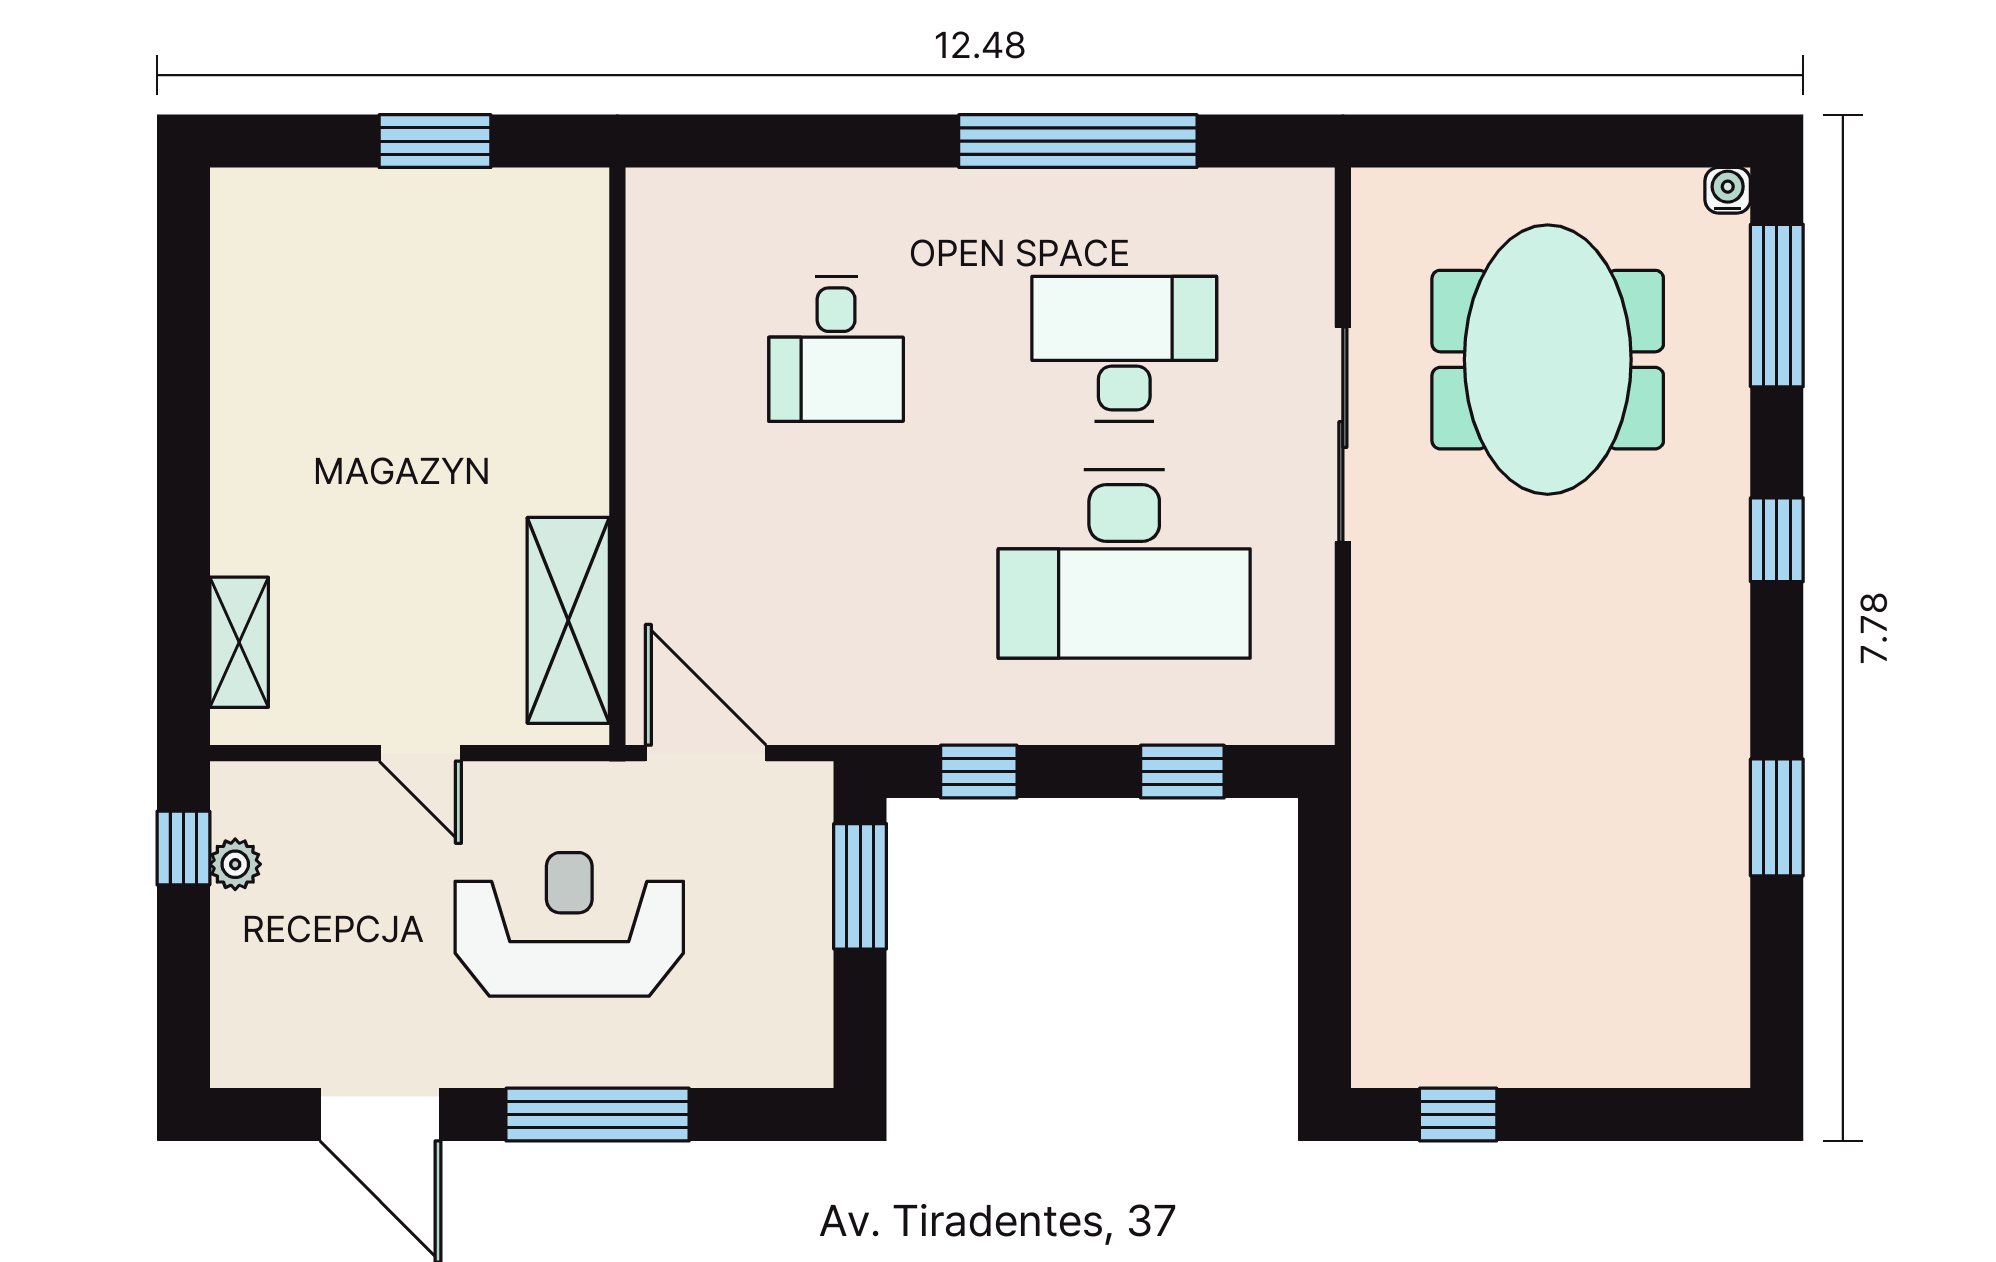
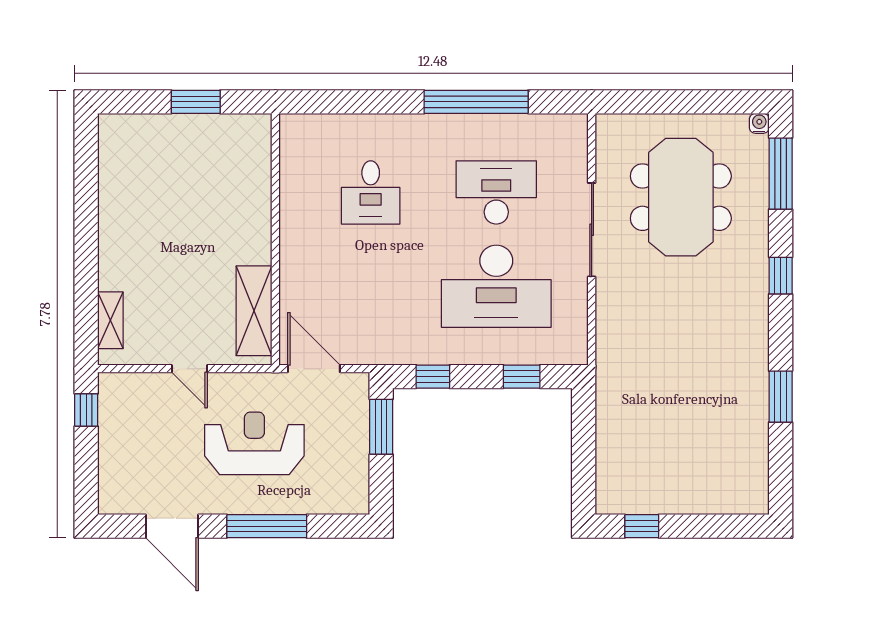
plant: (235, 864) -> (109, 417), removed

